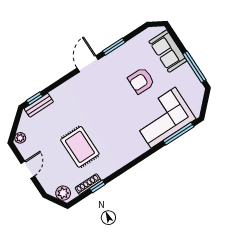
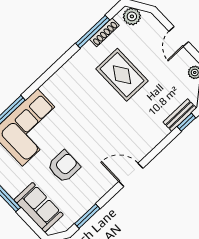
window: (114, 47) -> (87, 216), moved
door: (88, 64) -> (131, 175), swing flipped
window: (97, 186) -> (93, 32), width x2.17

